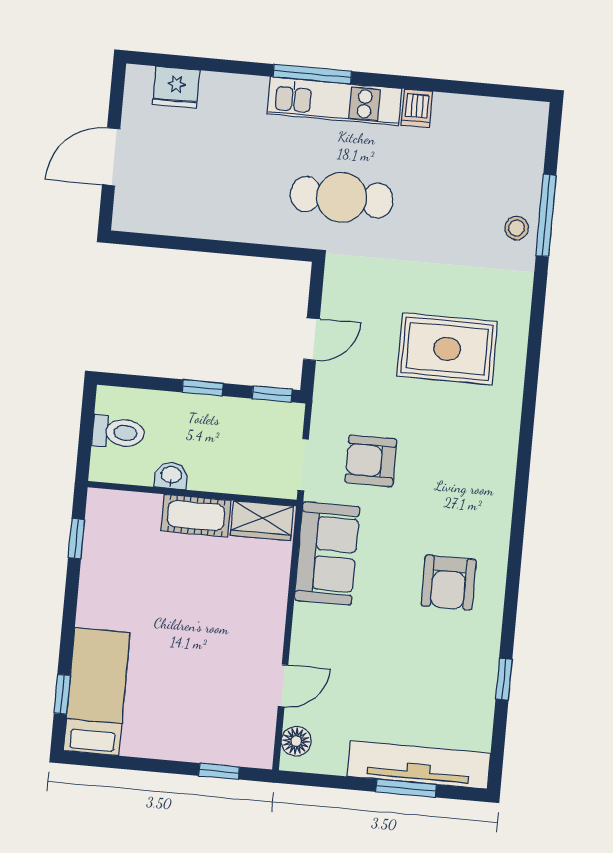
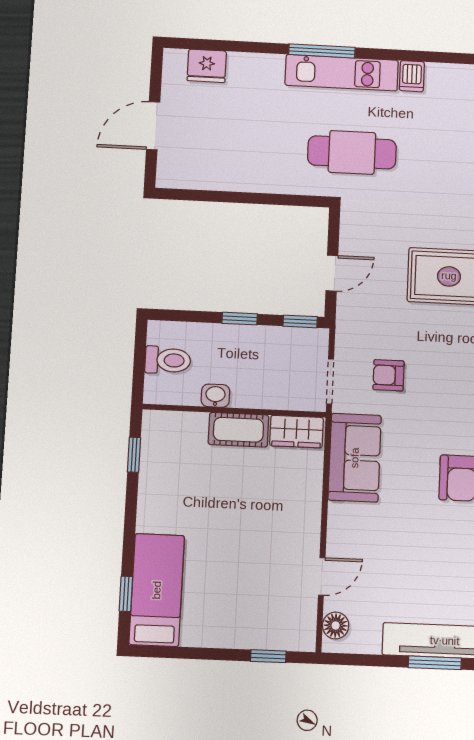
armchair: (371, 461) -> (389, 375), width x0.72, depth x0.72

